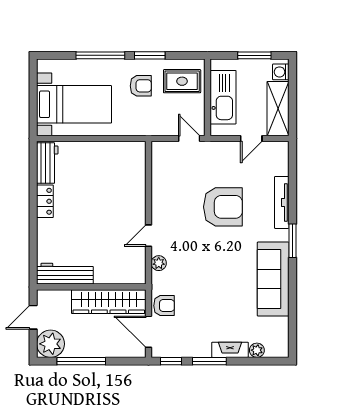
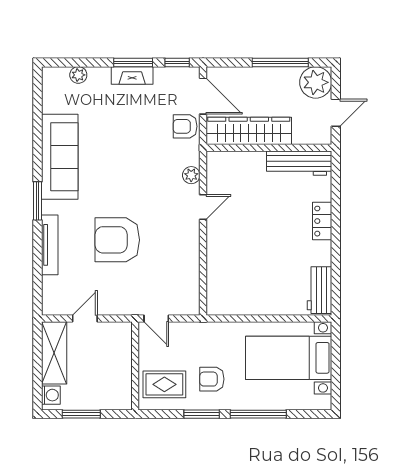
kitchen sink: (223, 97) -> (117, 366), removed
locker: (45, 201) -> (322, 221), moved
fireplace: (230, 350) -> (132, 75), moved

